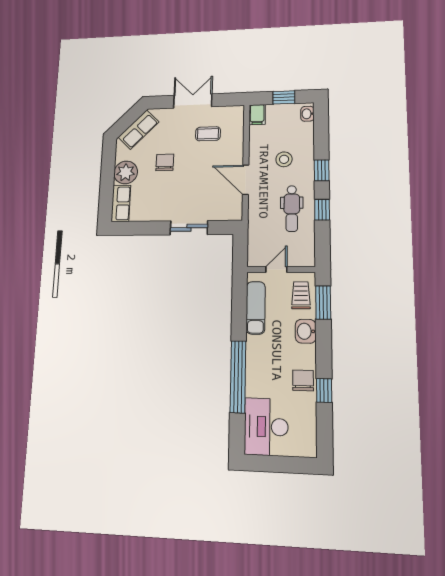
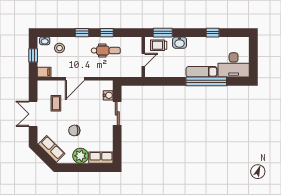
stool: (284, 159) -> (60, 48), moved
door: (246, 180) -> (75, 79), moved
water cooler: (218, 213) -> (108, 95), added
door: (276, 270) -> (143, 60), swing flipped
exam couch: (256, 308) -> (202, 72), moved
chair: (303, 380) -> (207, 44), removed

